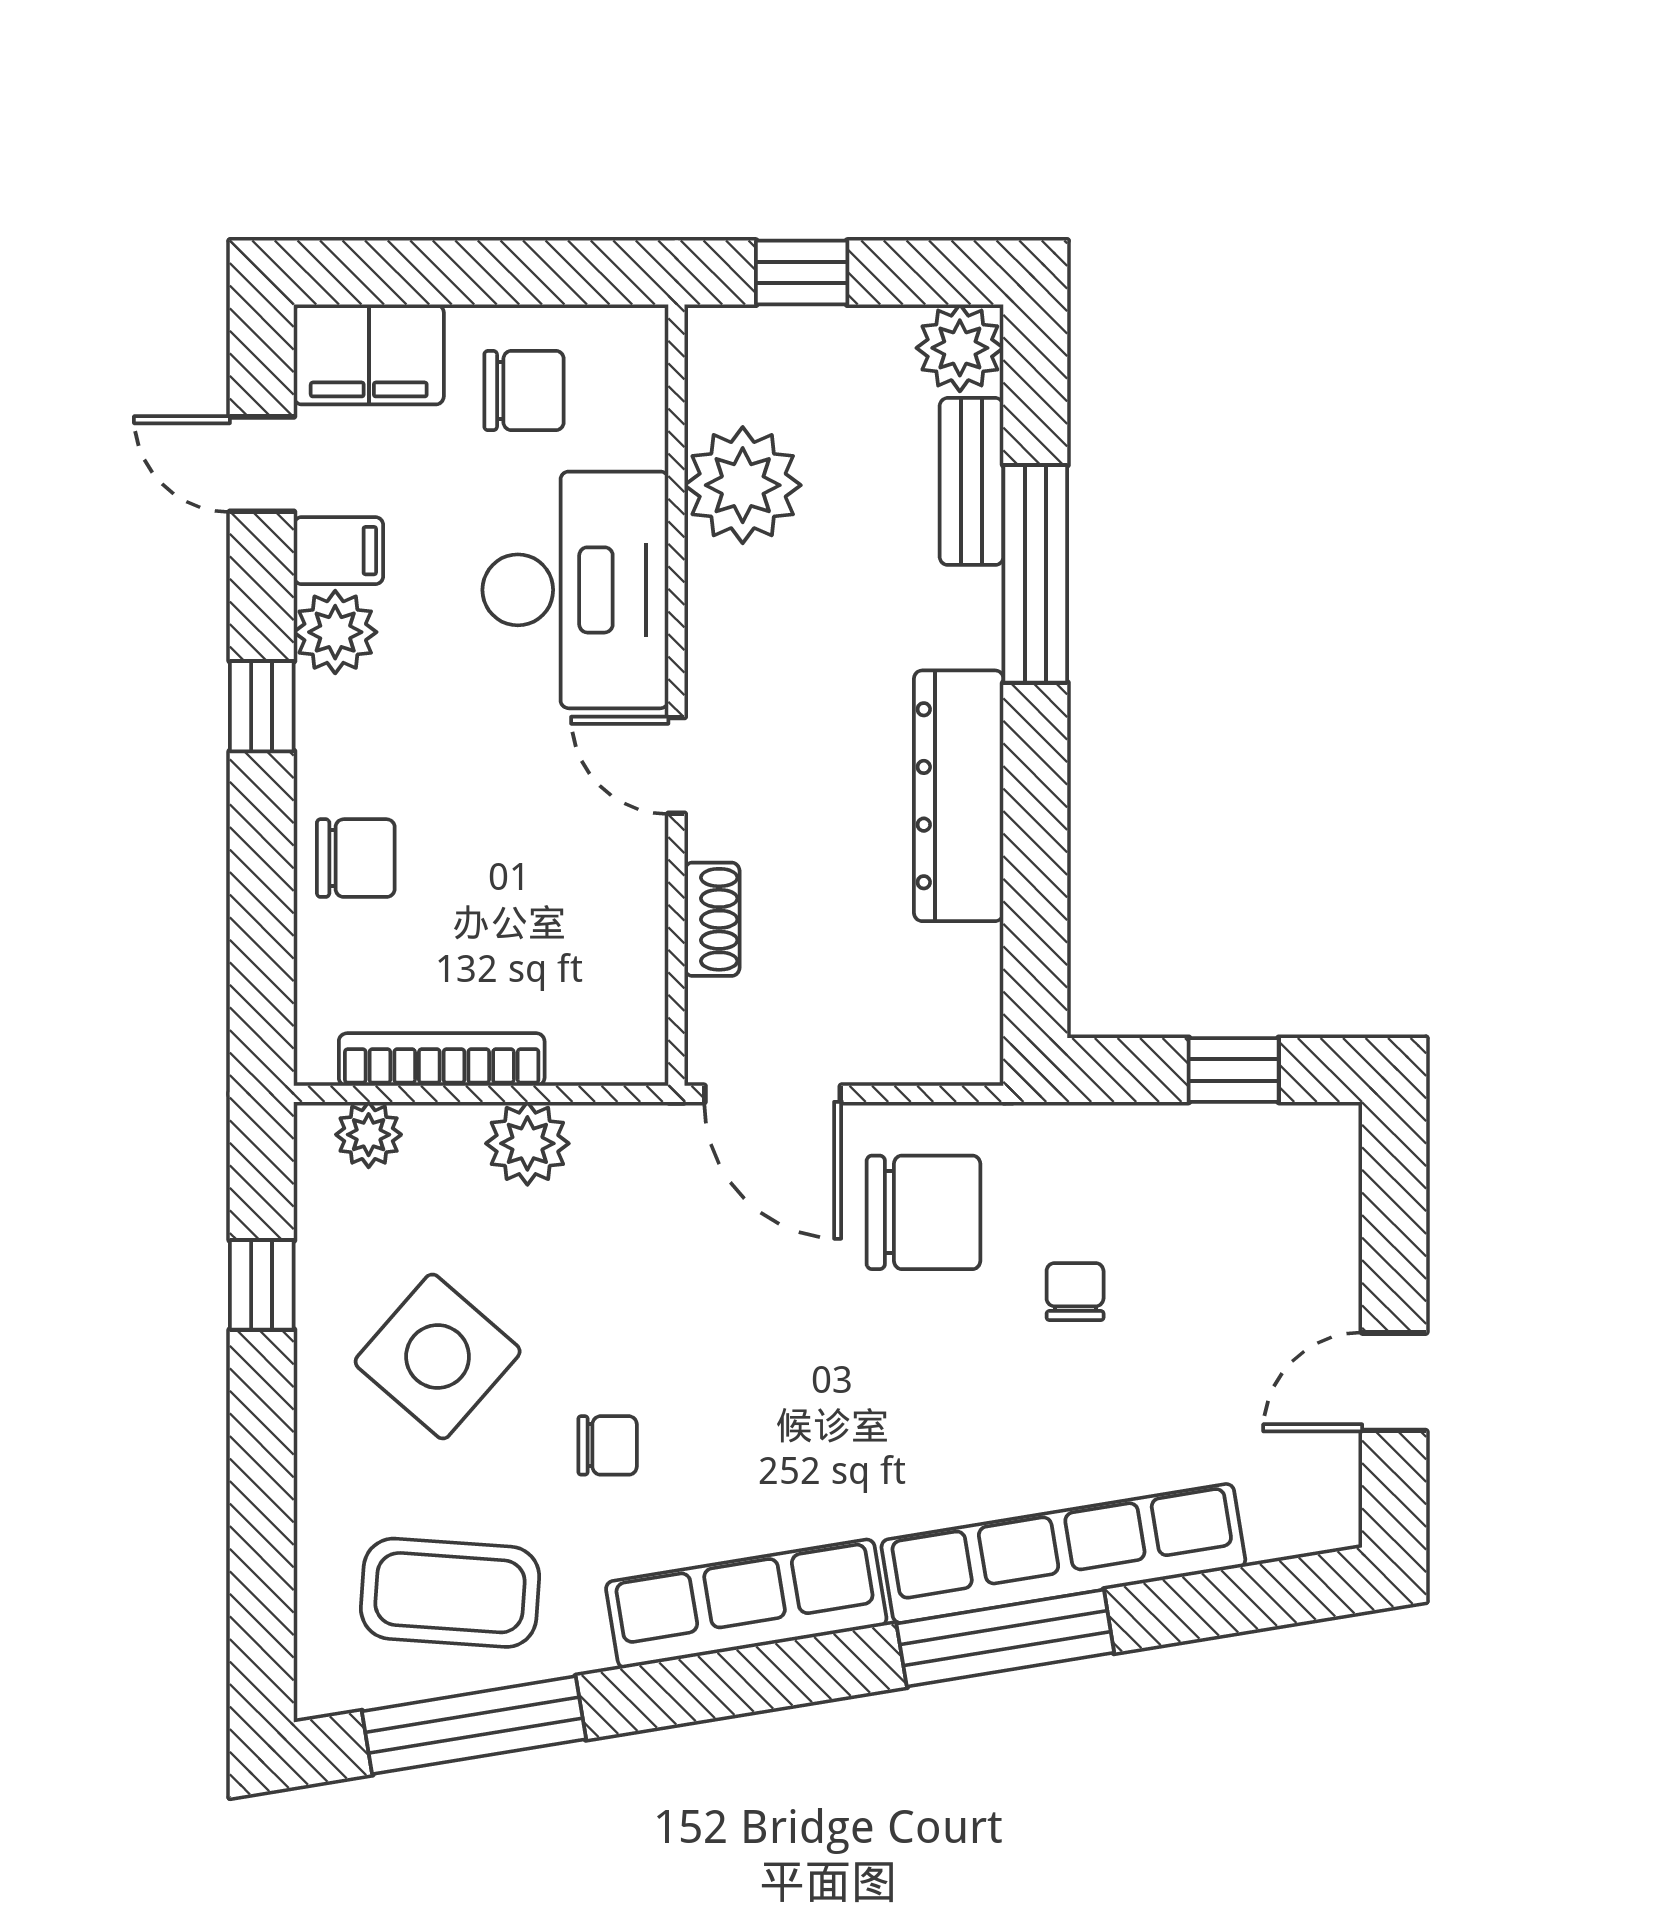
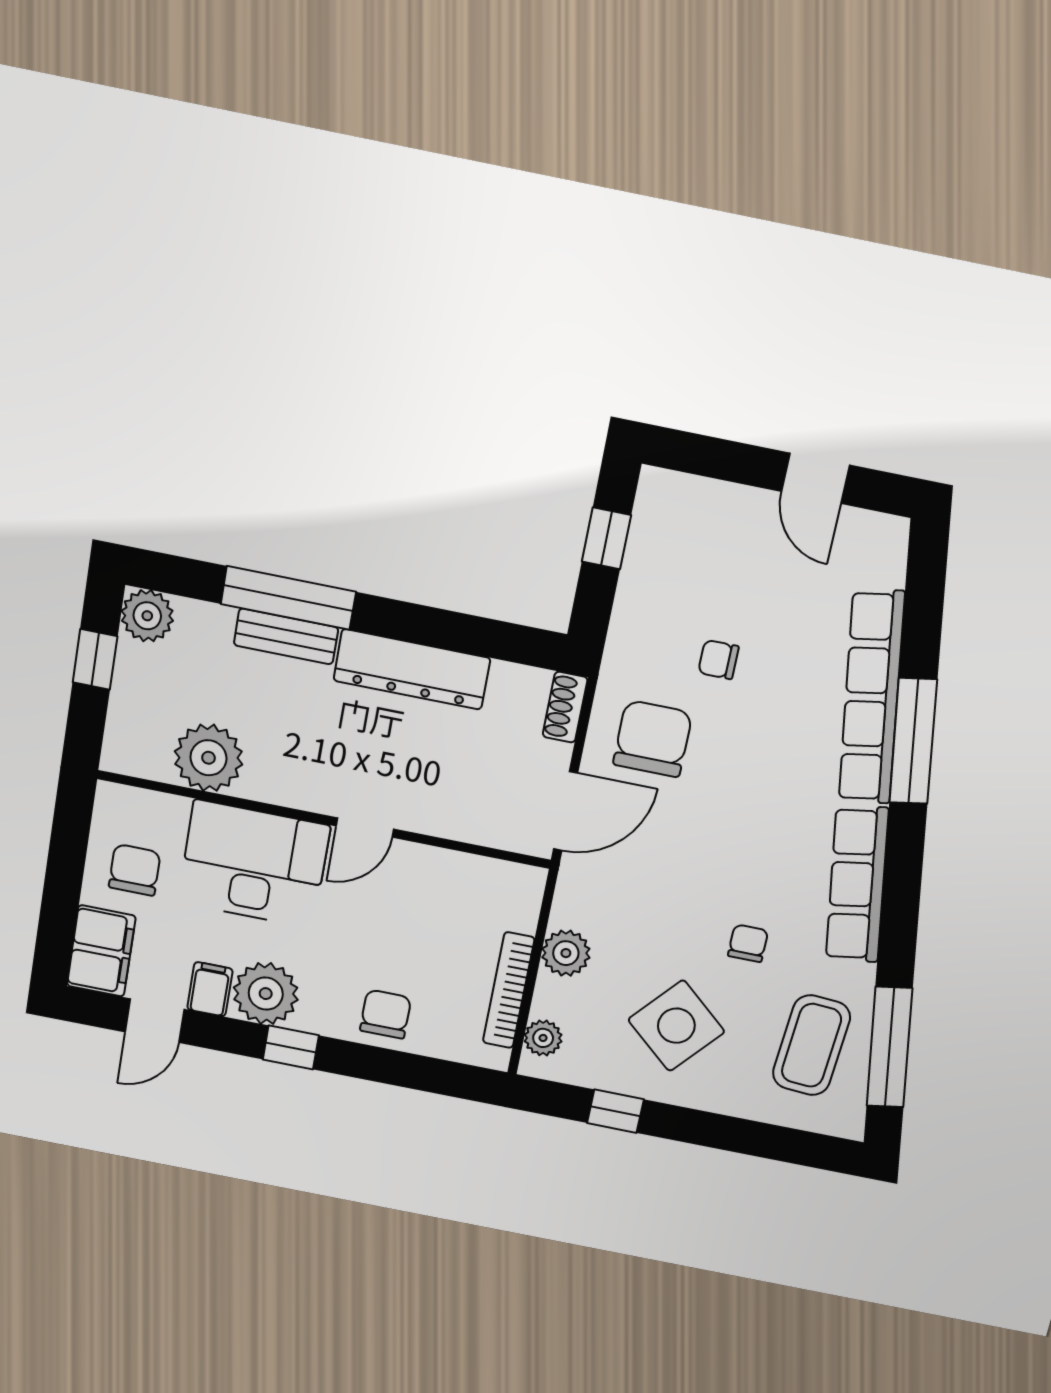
window: (802, 273) -> (95, 659), moved
bench: (972, 481) -> (286, 636), moved
plant: (335, 632) -> (266, 994), width x1.36, depth x1.36
shoe rack: (712, 919) -> (565, 707), moved, turned -90

